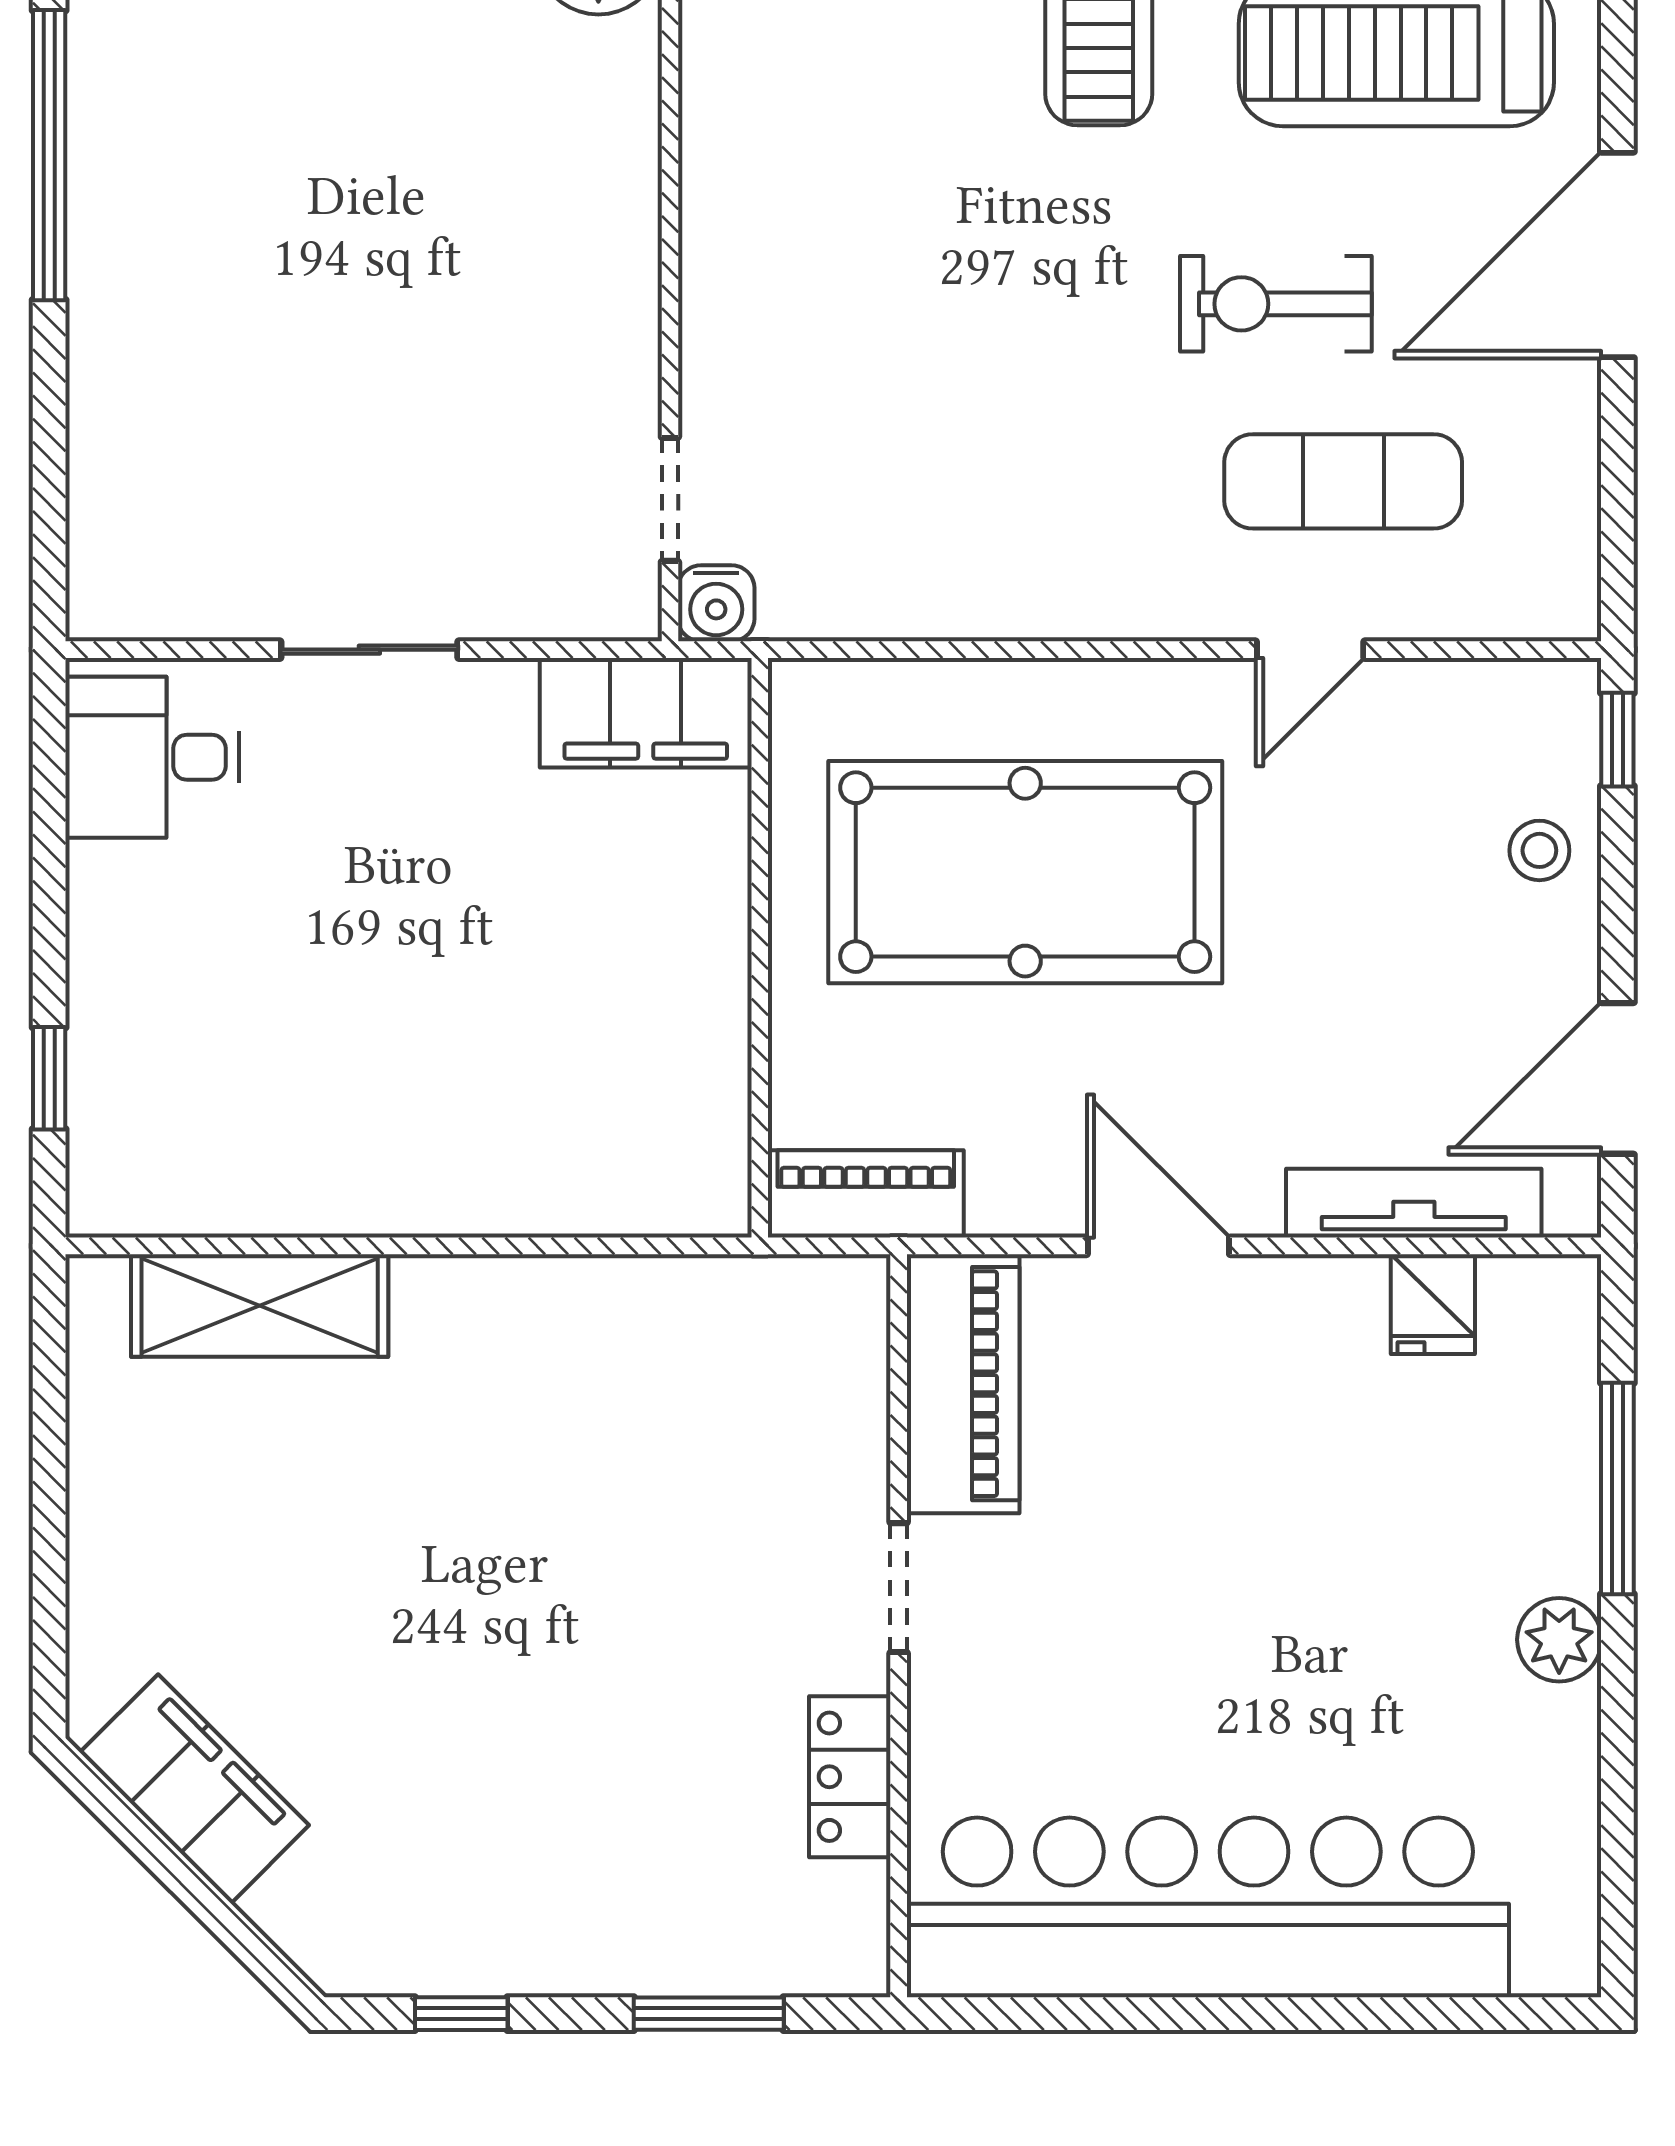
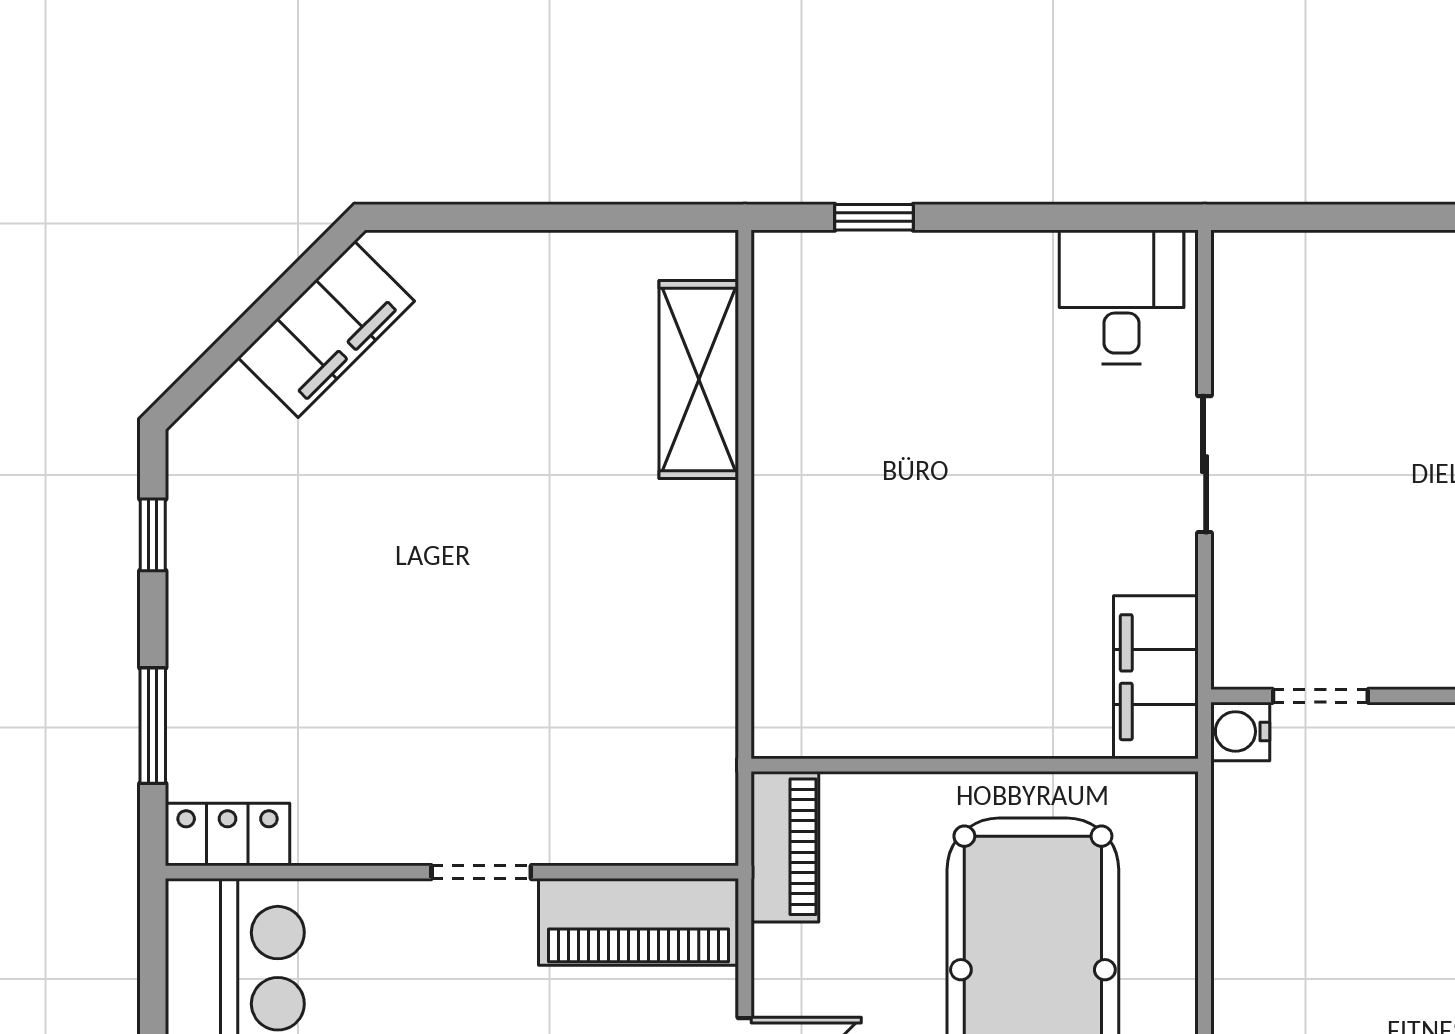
locker: (850, 1777) -> (228, 834), moved

